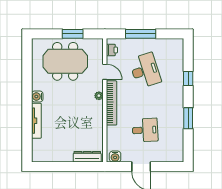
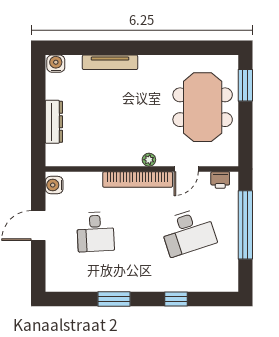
window: (73, 34) -> (245, 85), moved
window: (141, 34) -> (245, 225), width x1.46
water cooler: (37, 96) -> (56, 64), moved
dresser: (87, 157) -> (54, 122), moved

